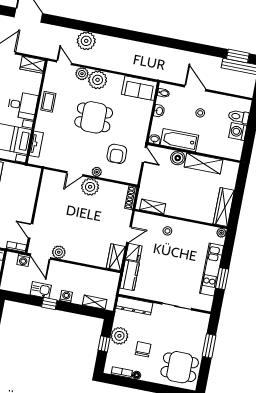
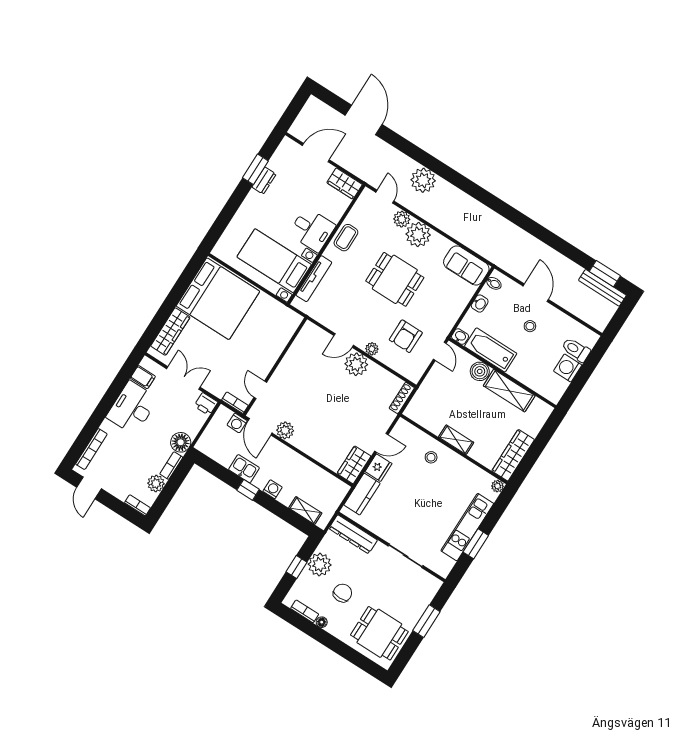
tv unit: (36, 144) -> (314, 279), width x1.41
shelving: (153, 207) -> (456, 440), moved

